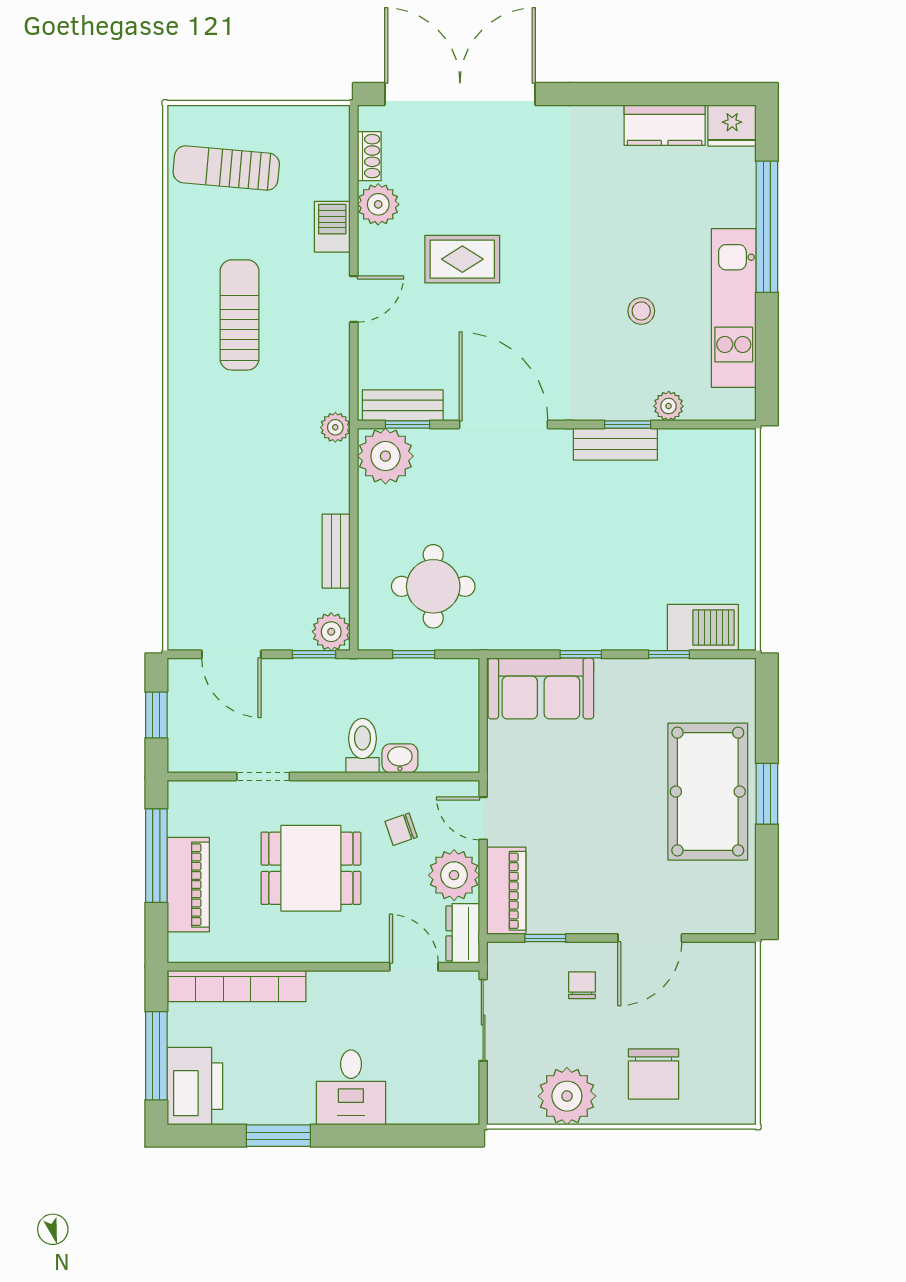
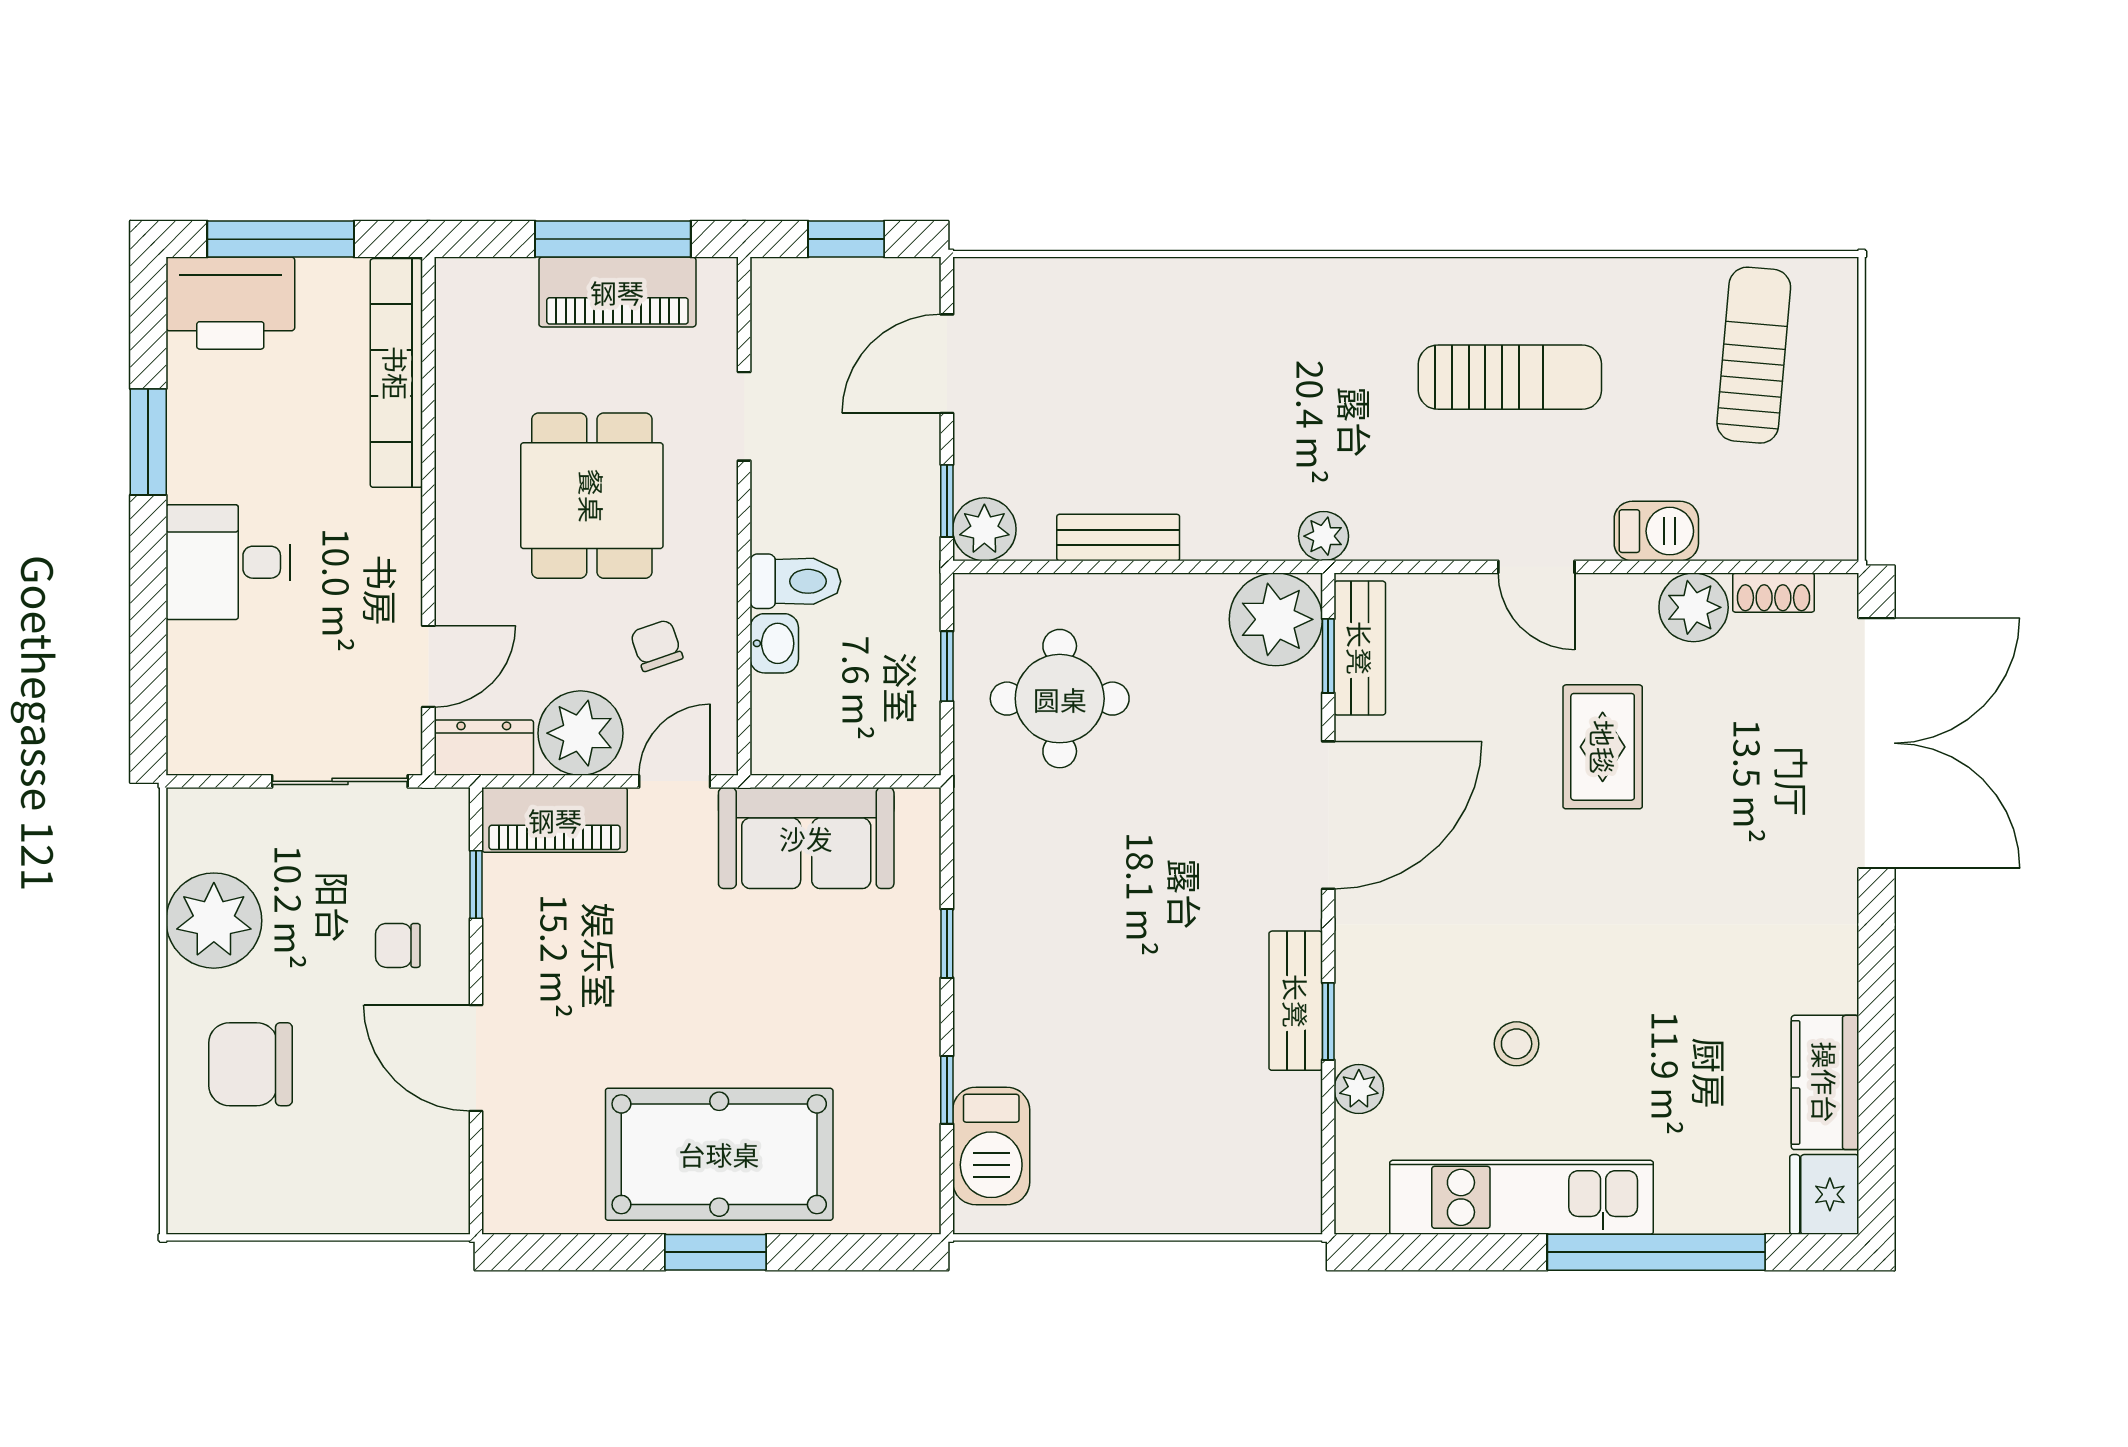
sofa: (541, 688) -> (806, 838), moved, turned -90
piano: (188, 885) -> (617, 292), moved
chair: (582, 985) -> (398, 945), turned 180

